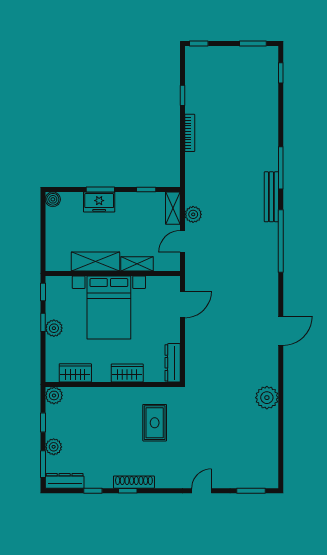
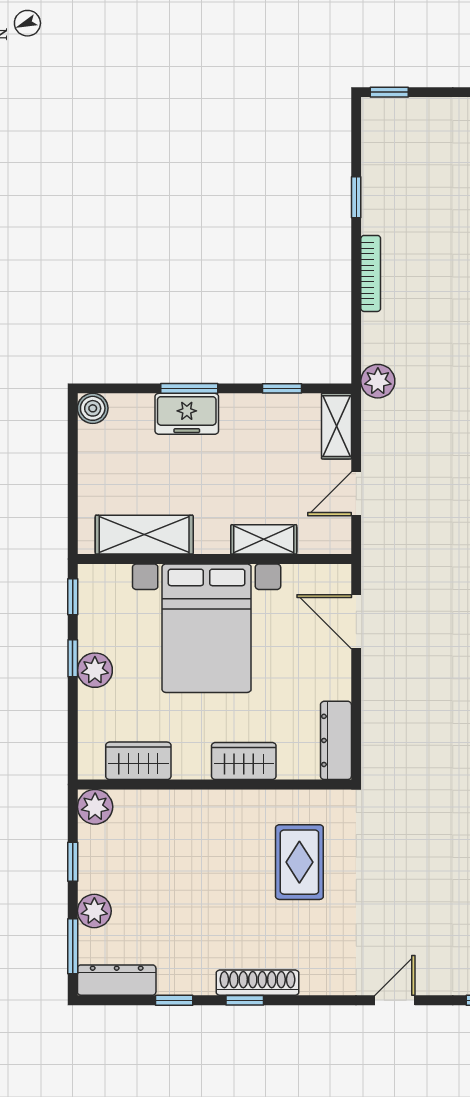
plant: (193, 214) -> (378, 381), moved
shelving: (96, 262) -> (144, 535), moved
door: (183, 304) -> (356, 622), swing flipped

